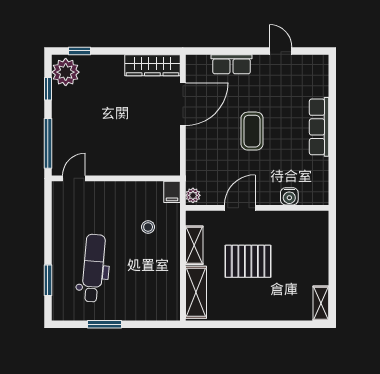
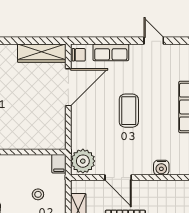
chair: (195, 67) -> (79, 55), added
plant: (193, 195) -> (83, 161), width x1.88, depth x1.88
door: (240, 208) -> (118, 178), swing flipped

